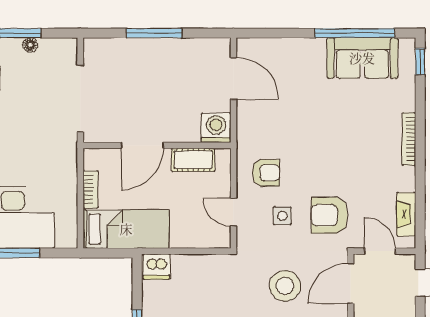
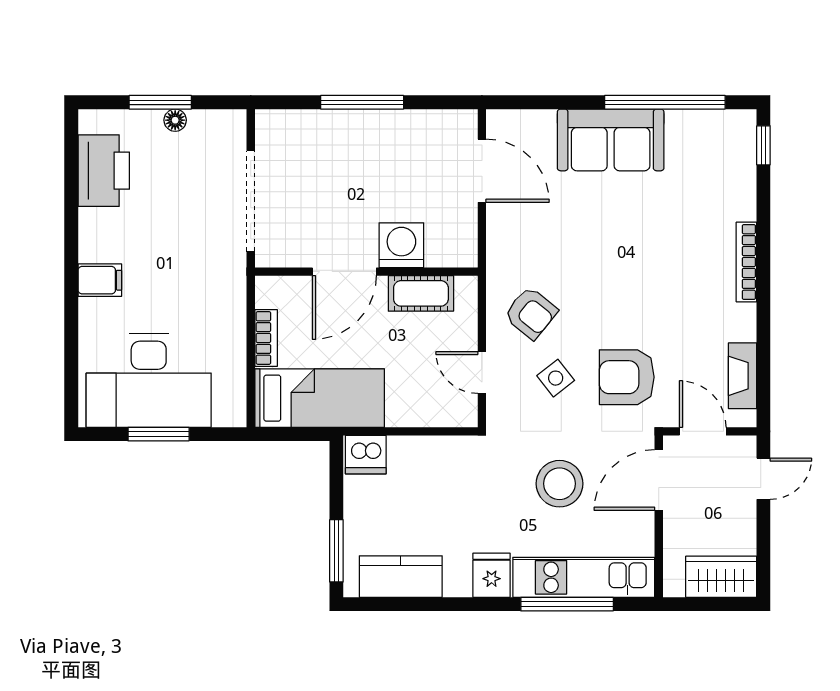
sofa: (362, 58) -> (611, 140), moved
washing machine: (216, 128) -> (401, 245), moved
armchair: (266, 173) -> (531, 313), turned 39
side table: (282, 216) -> (556, 378), turned -38

